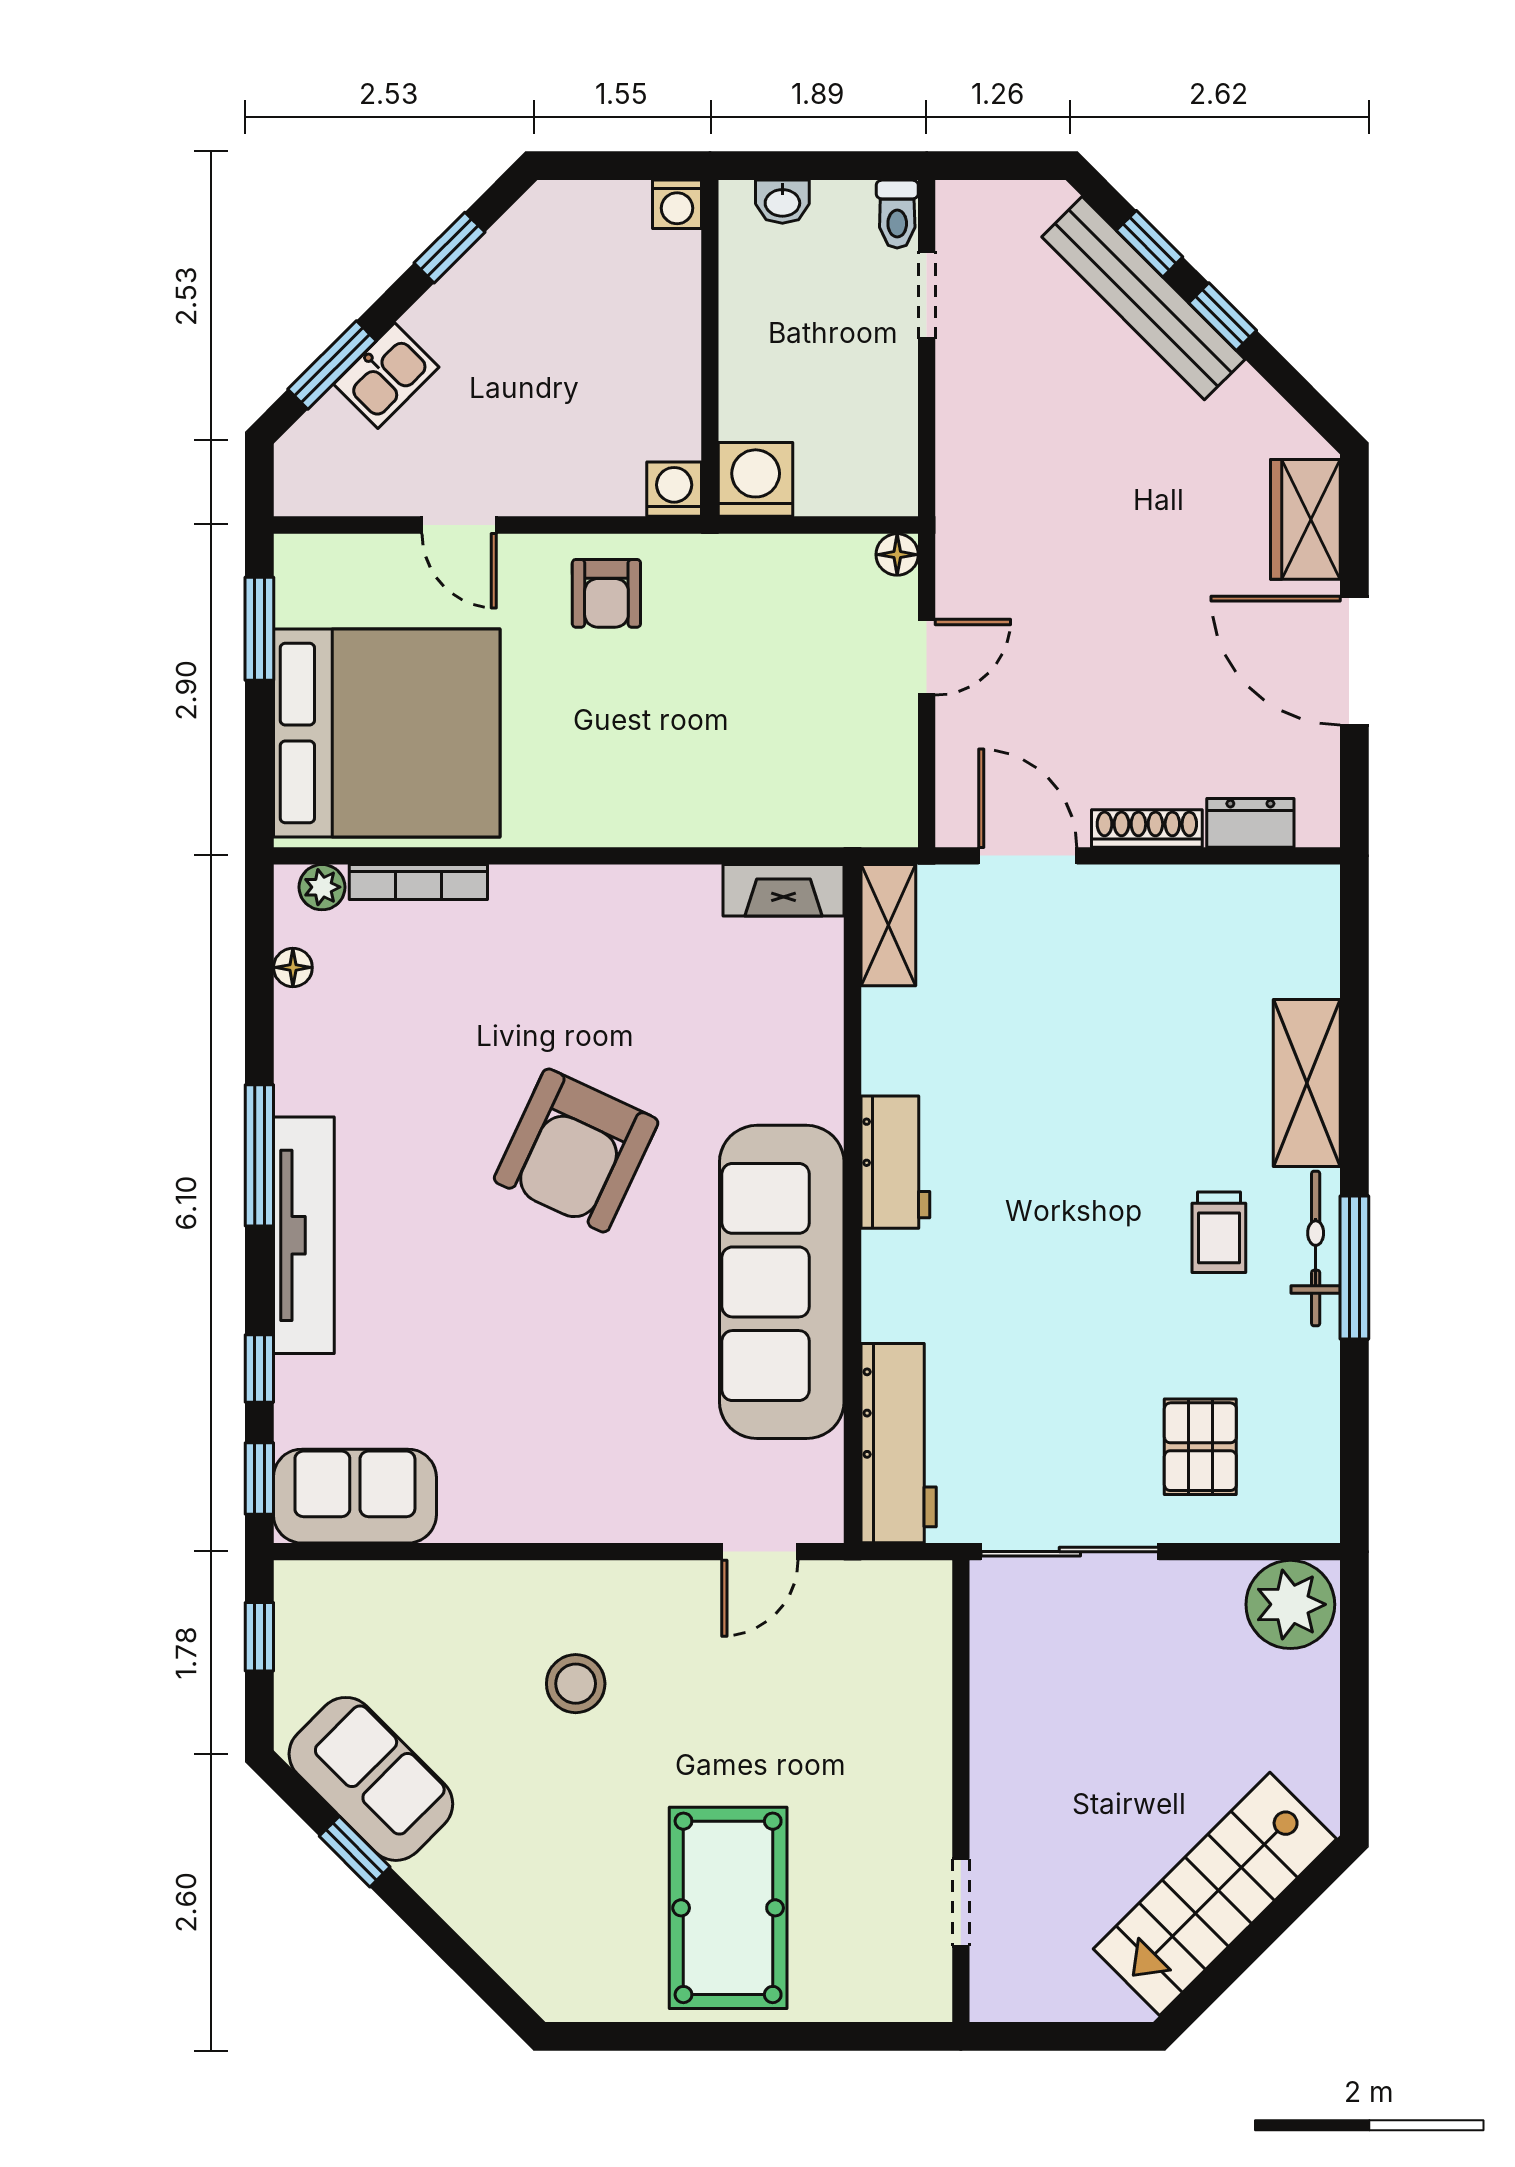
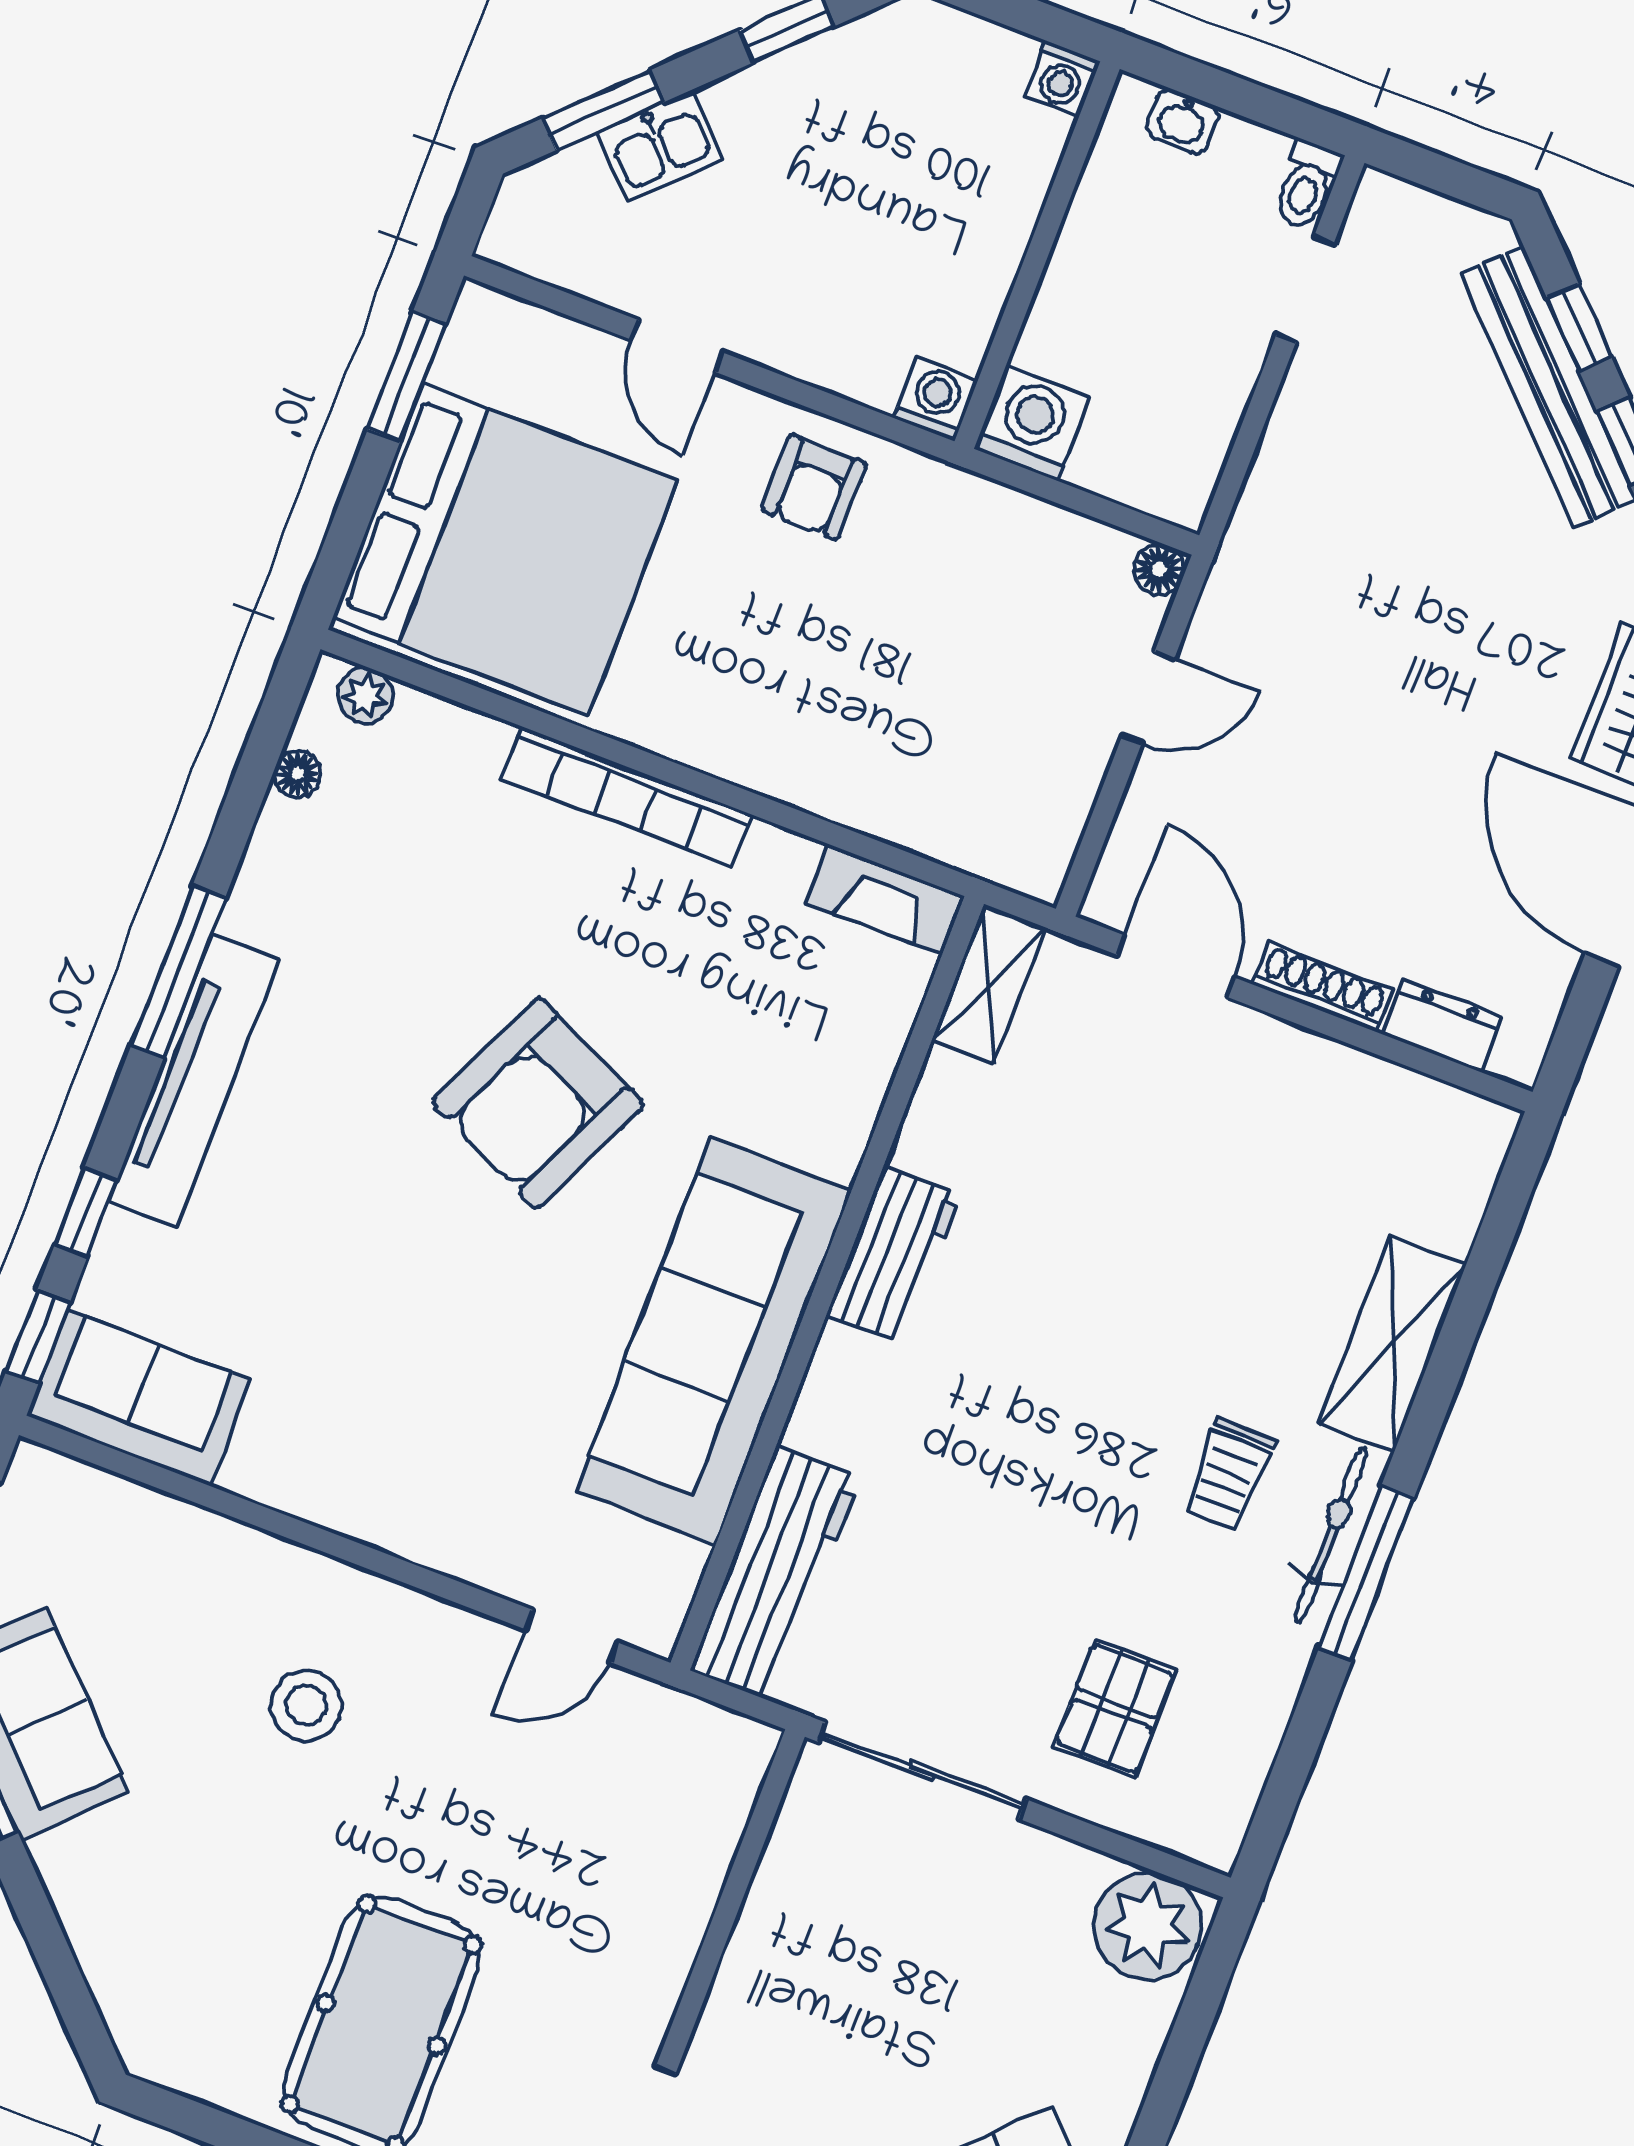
bookcase: (418, 882) -> (627, 797), moved, width x1.48, depth x1.31

